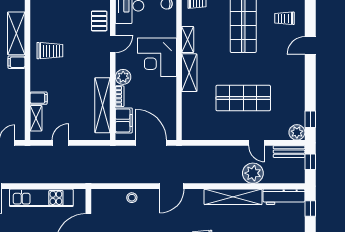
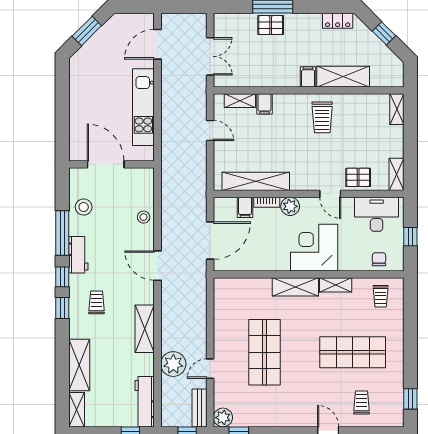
filing cabinet: (124, 120) -> (245, 207), width x0.50
shelving: (233, 197) -> (145, 329), width x0.68

